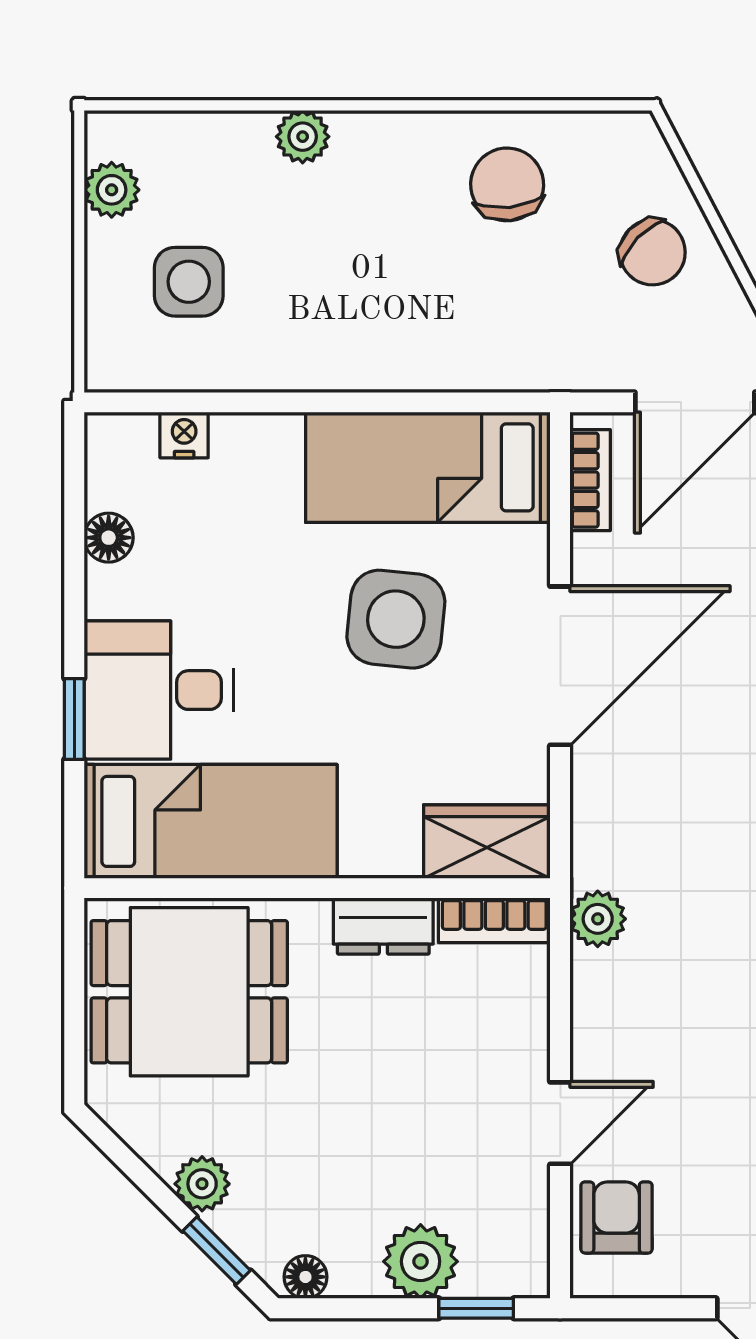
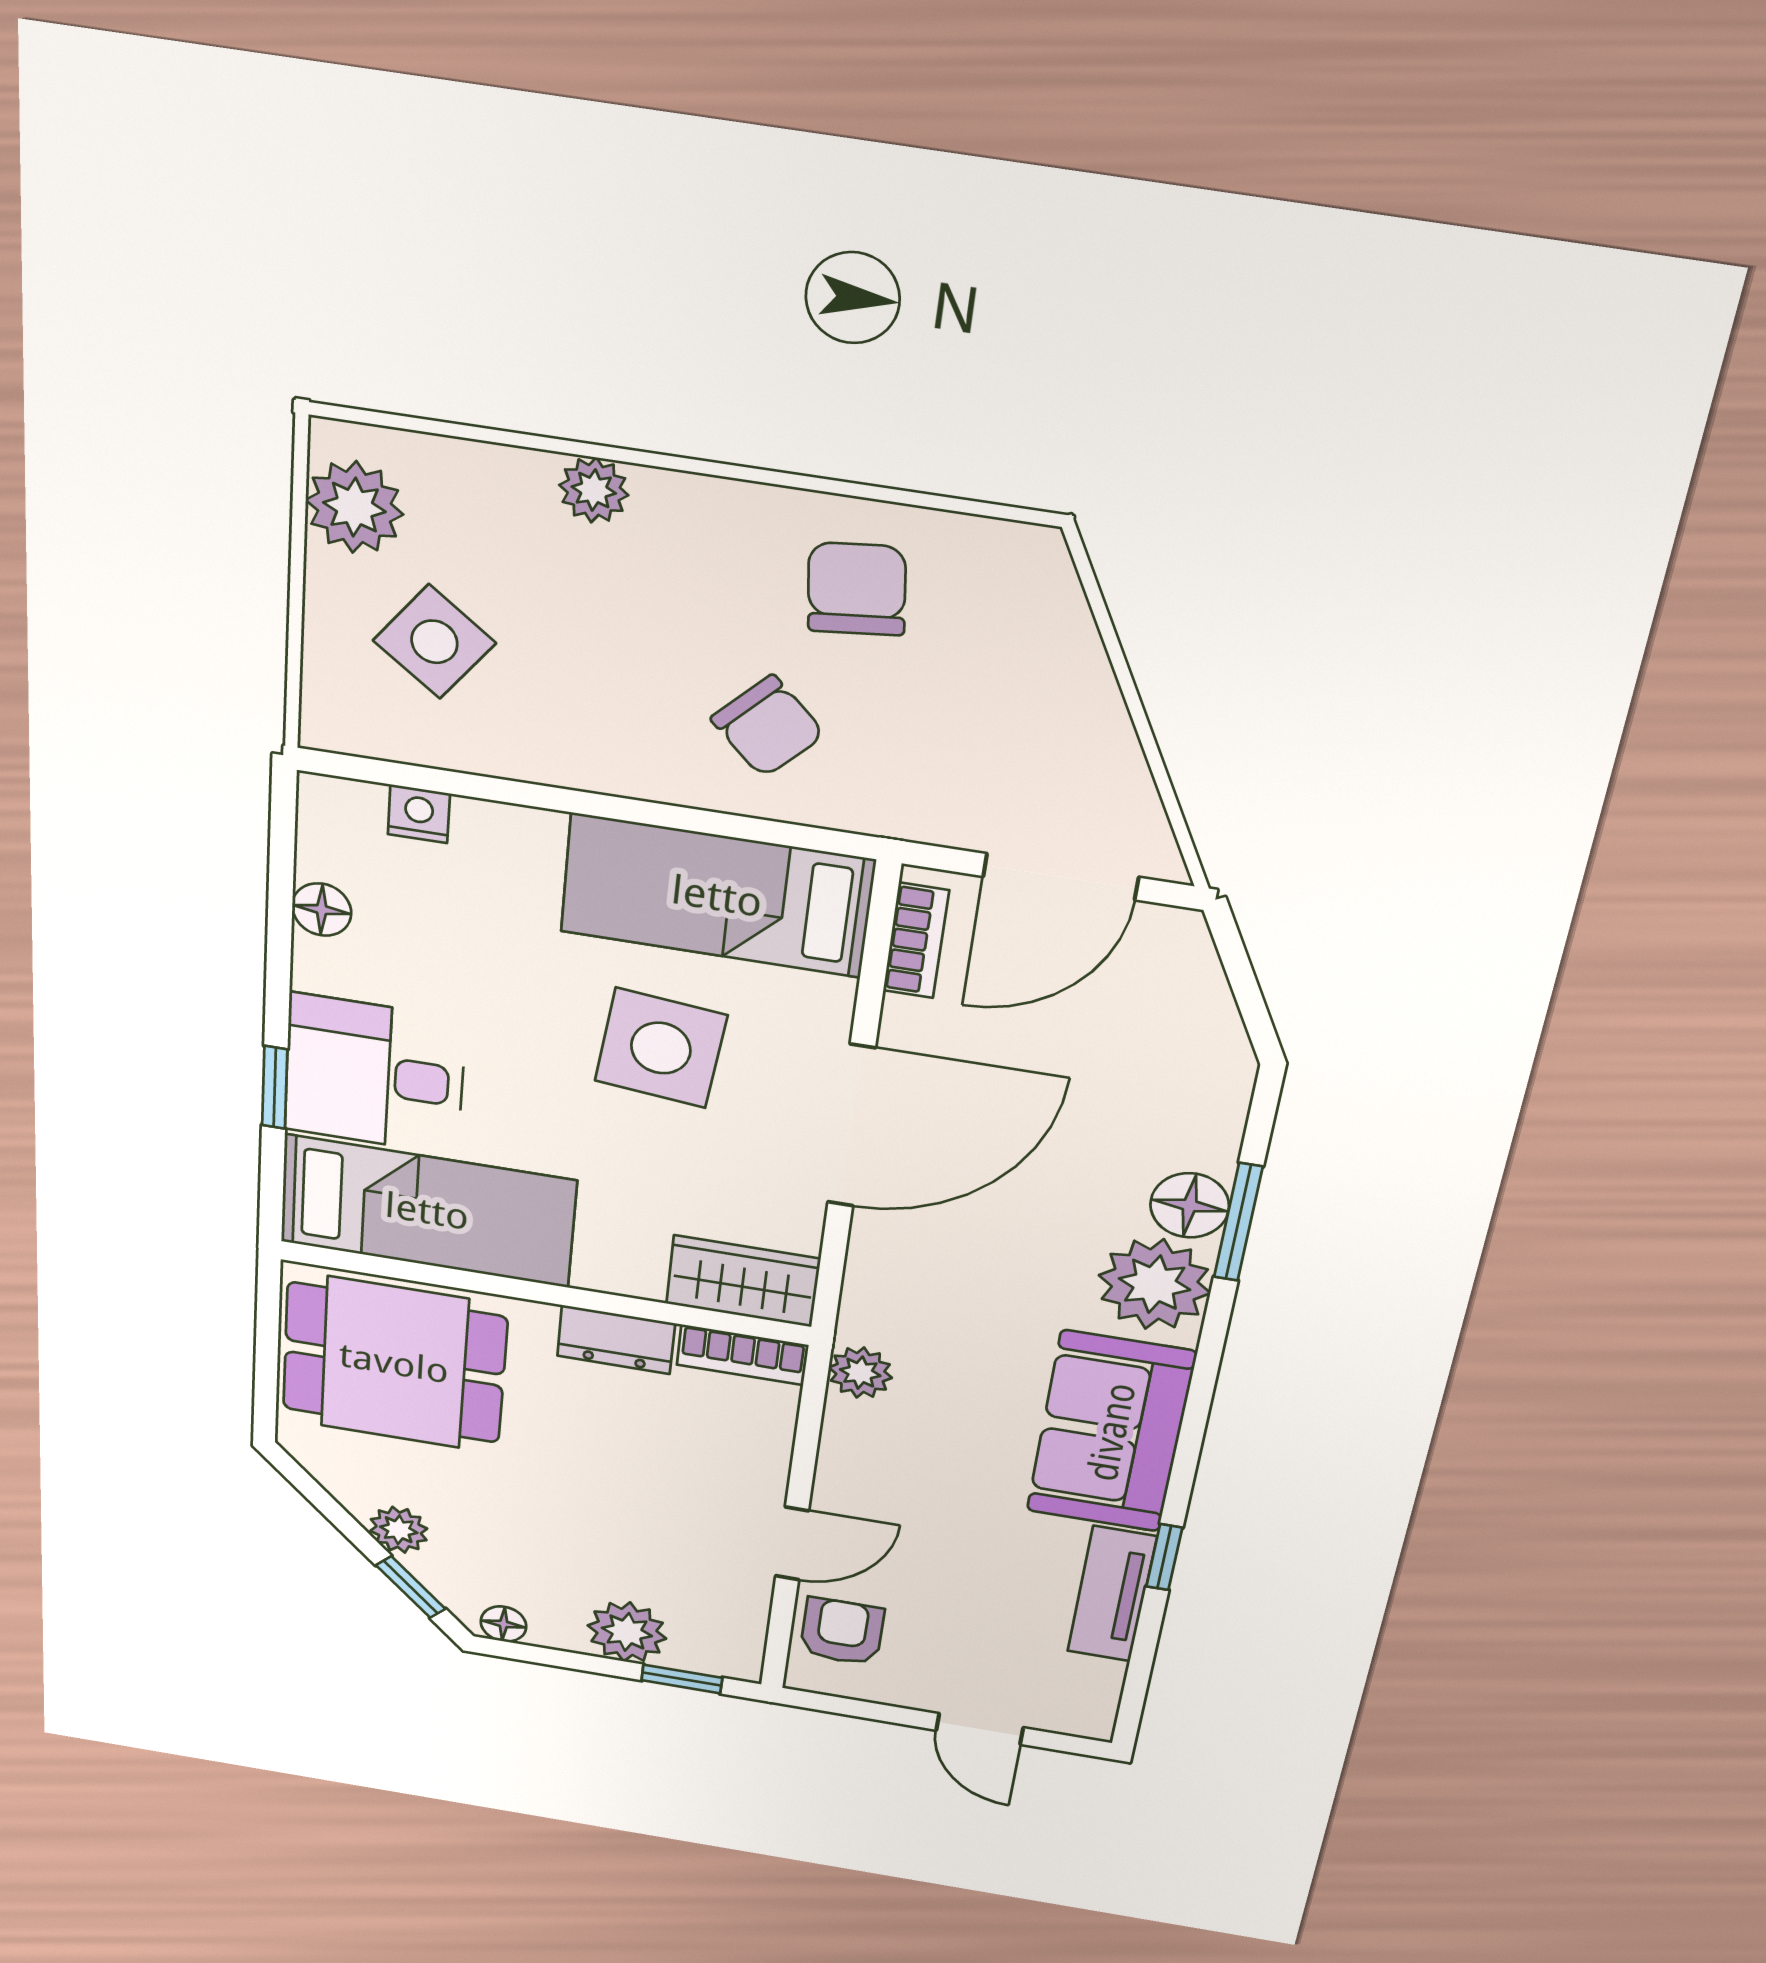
plant: (112, 190) -> (354, 507), width x1.38, depth x1.38
chair: (653, 252) -> (768, 726), moved
side table: (189, 282) -> (434, 642), turned 37

